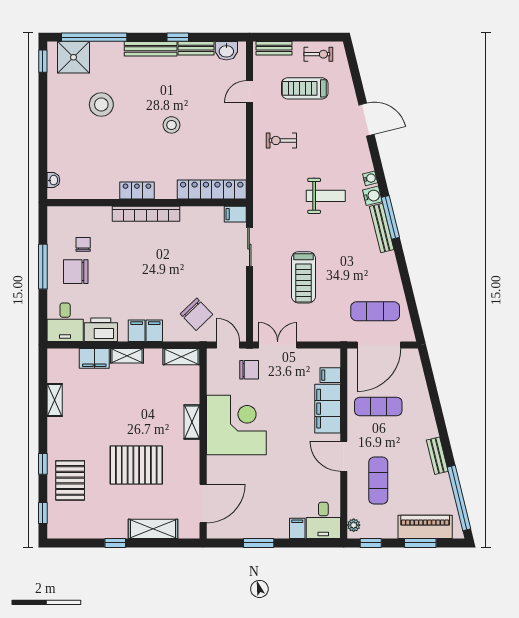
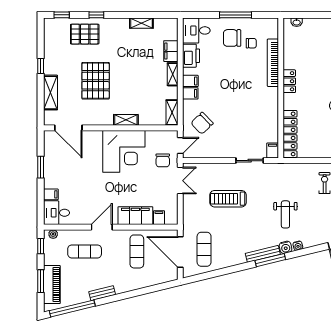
bookcase: (146, 214) -> (273, 63), moved
chair: (76, 272) -> (232, 38), turned -90

